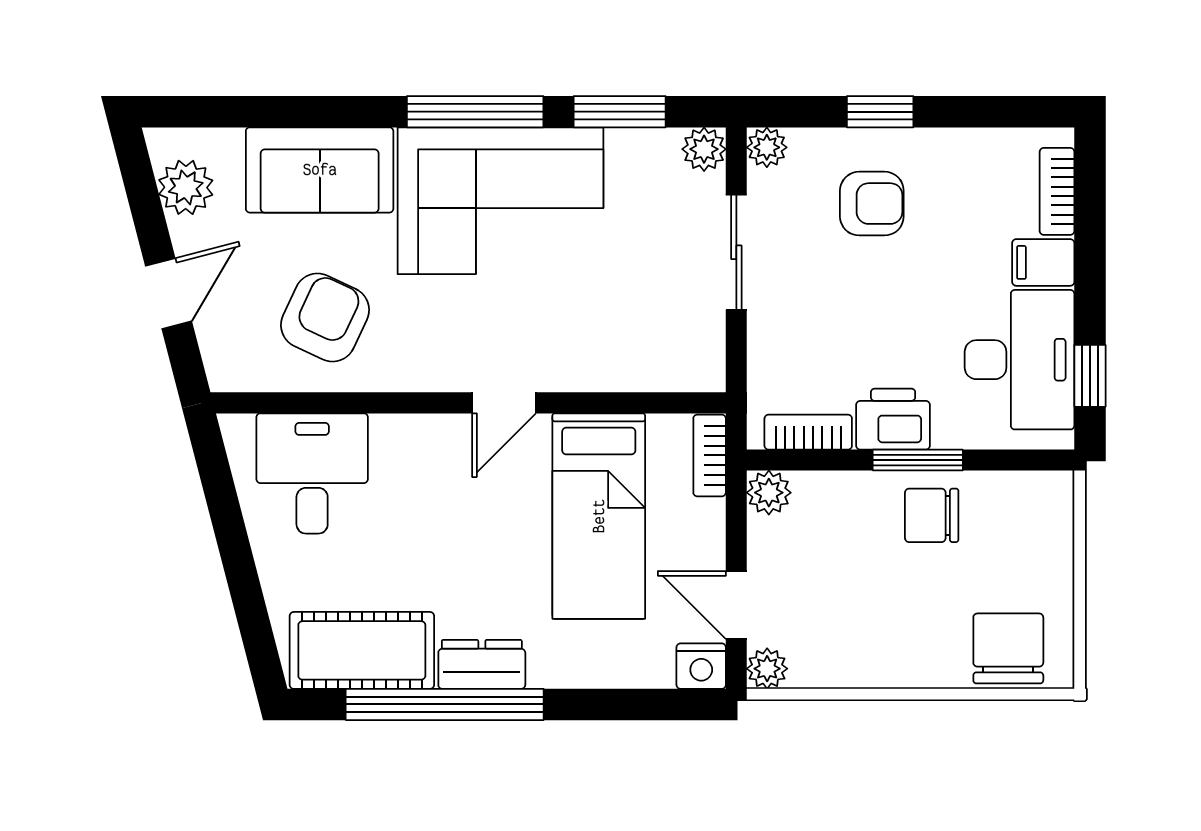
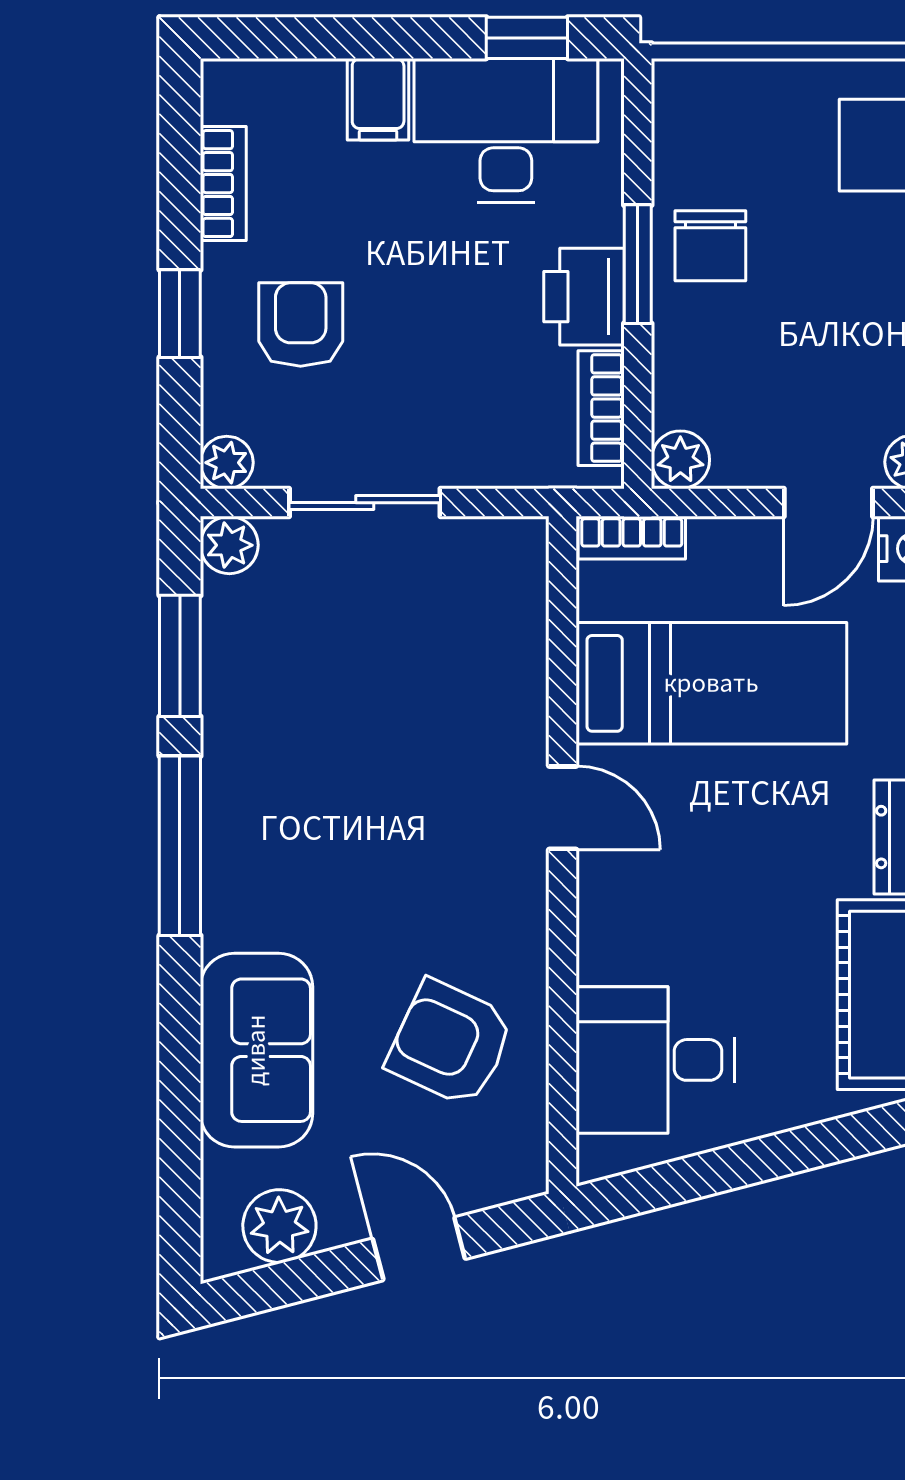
bookcase: (1057, 191) -> (223, 184), moved, turned -90
corner sofa: (501, 201) -> (297, 812), removed

